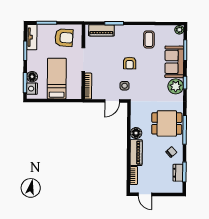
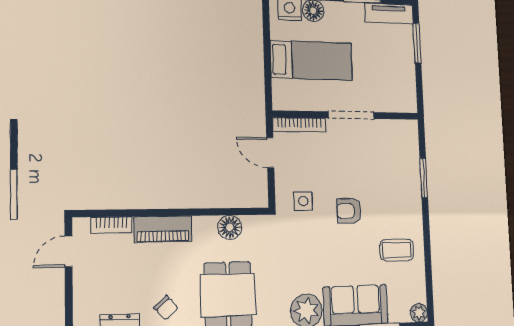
piano: (101, 30) -> (409, 152), removed
armchair: (64, 38) -> (391, 77), removed
door: (112, 101) -> (270, 153), moved
floor lamp: (136, 133) -> (230, 227), moved

